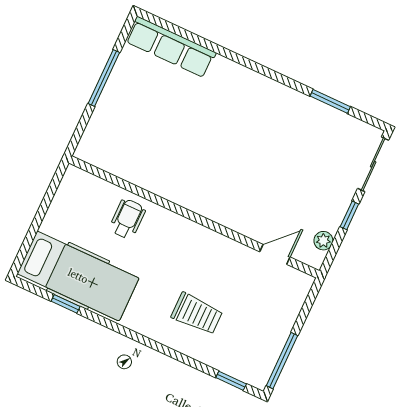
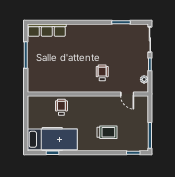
wheelchair: (244, 187) -> (102, 73), added
door: (275, 254) -> (127, 94), swing flipped

